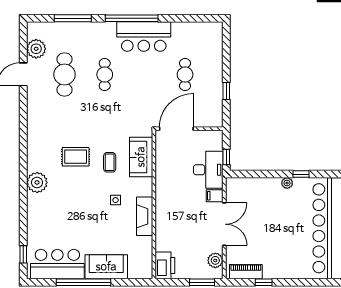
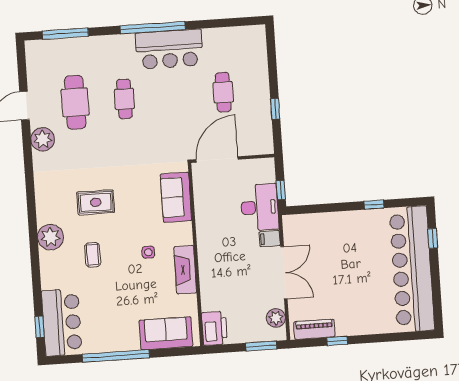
window: (73, 18) -> (65, 34), moved
plant: (36, 49) -> (43, 139), moved
coffee table: (110, 162) -> (93, 255), moved
plant: (287, 183) -> (358, 217), removed
bar counter: (57, 264) -> (62, 322), moved, turned 90
sofa: (106, 267) -> (166, 333), moved

